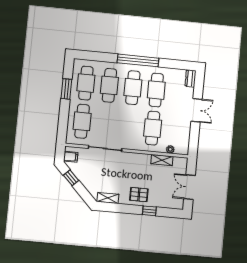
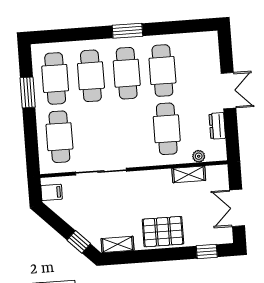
window: (138, 60) -> (127, 31), width x0.47
dresser: (190, 78) -> (217, 126), moved
window: (71, 178) -> (79, 242), moved
pallet: (139, 195) -> (163, 232), width x1.50, depth x1.42
window: (149, 211) -> (207, 251), moved

